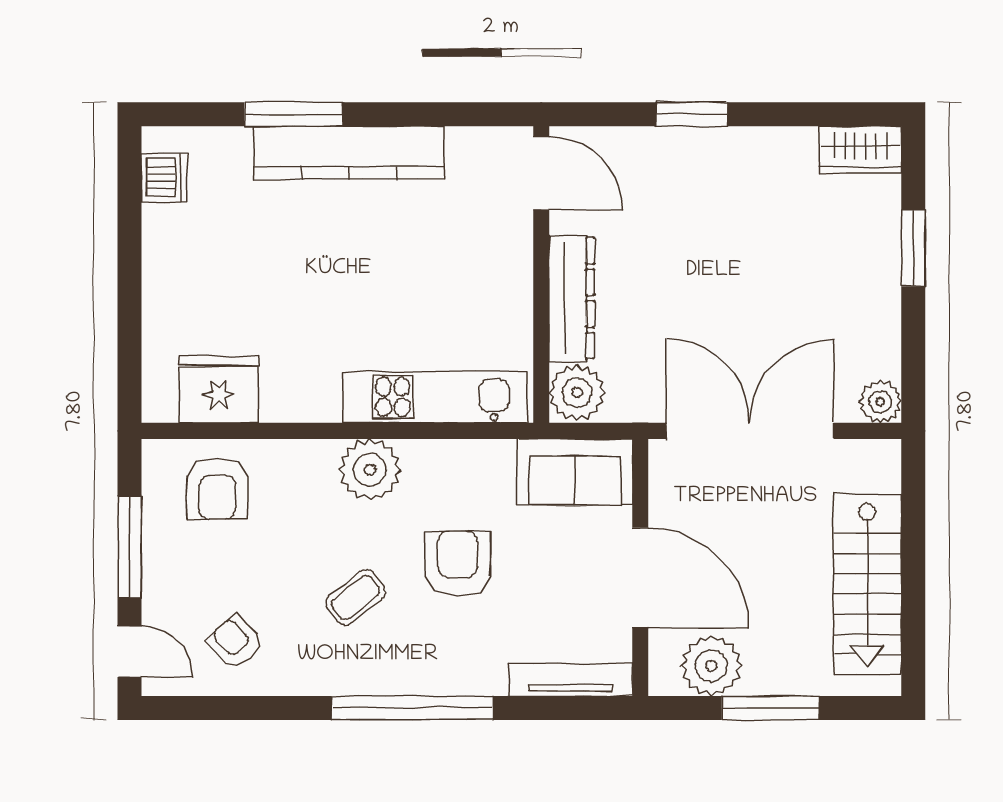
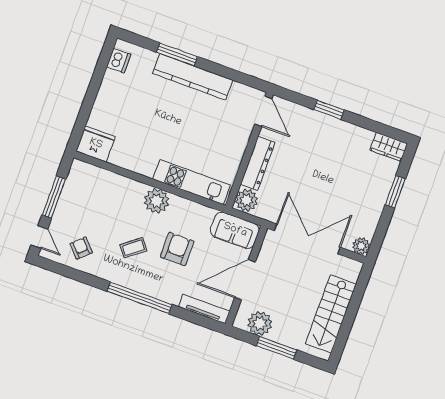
fridge: (219, 389) -> (96, 144), moved
armchair: (217, 489) -> (96, 187), removed
door: (640, 578) -> (245, 280), swing flipped

